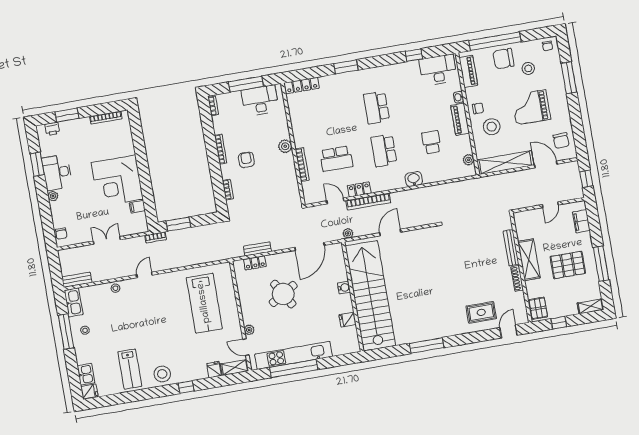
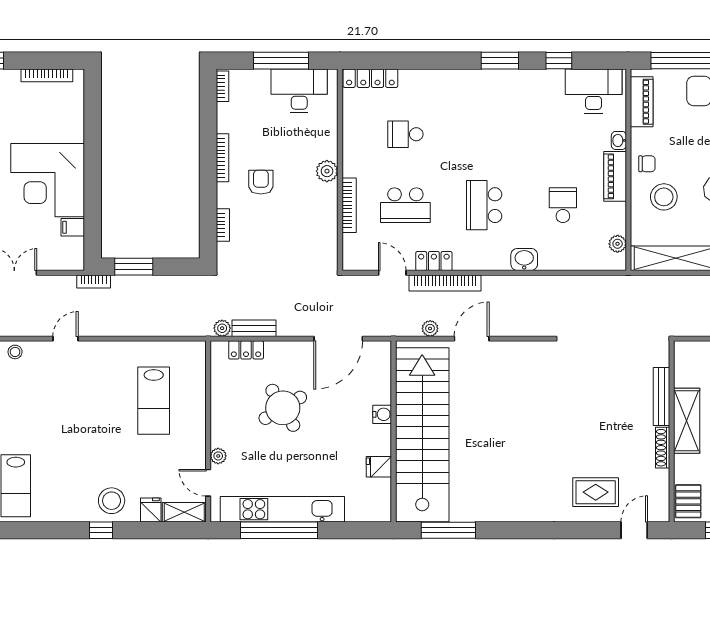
window: (346, 67) -> (500, 61), moved
school desk: (376, 108) -> (405, 134), moved, width x0.54
plant: (348, 233) -> (430, 328), moved
plant: (238, 252) -> (222, 328), added
lab bench: (204, 303) -> (154, 401), width x0.73, depth x0.72
window: (427, 345) -> (448, 530), moved
stool: (162, 374) -> (112, 501), moved

